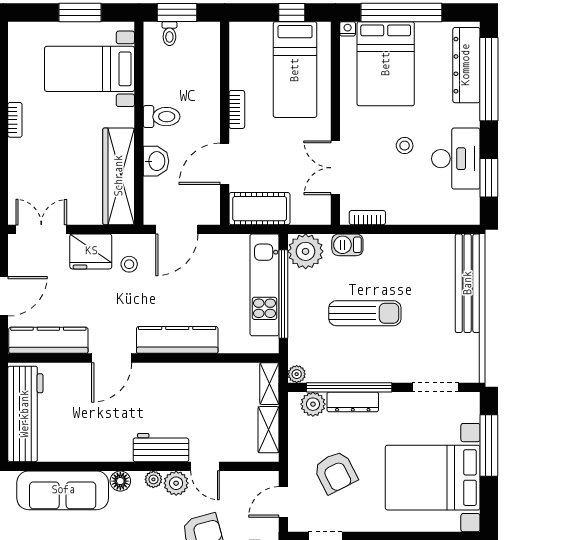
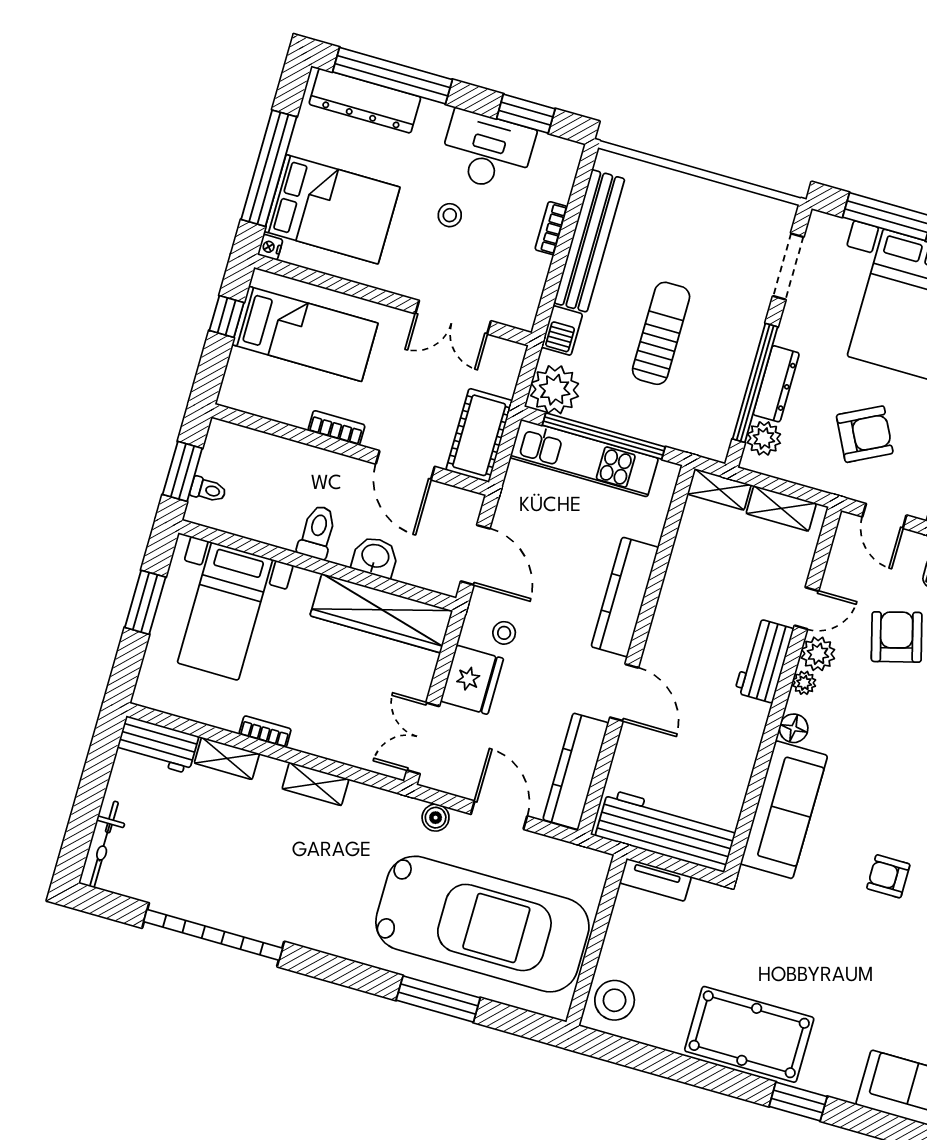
bookcase: (367, 218) -> (551, 228), moved
bench: (468, 283) -> (589, 241), moved, turned 90
plant: (297, 374) -> (717, 449), removed

